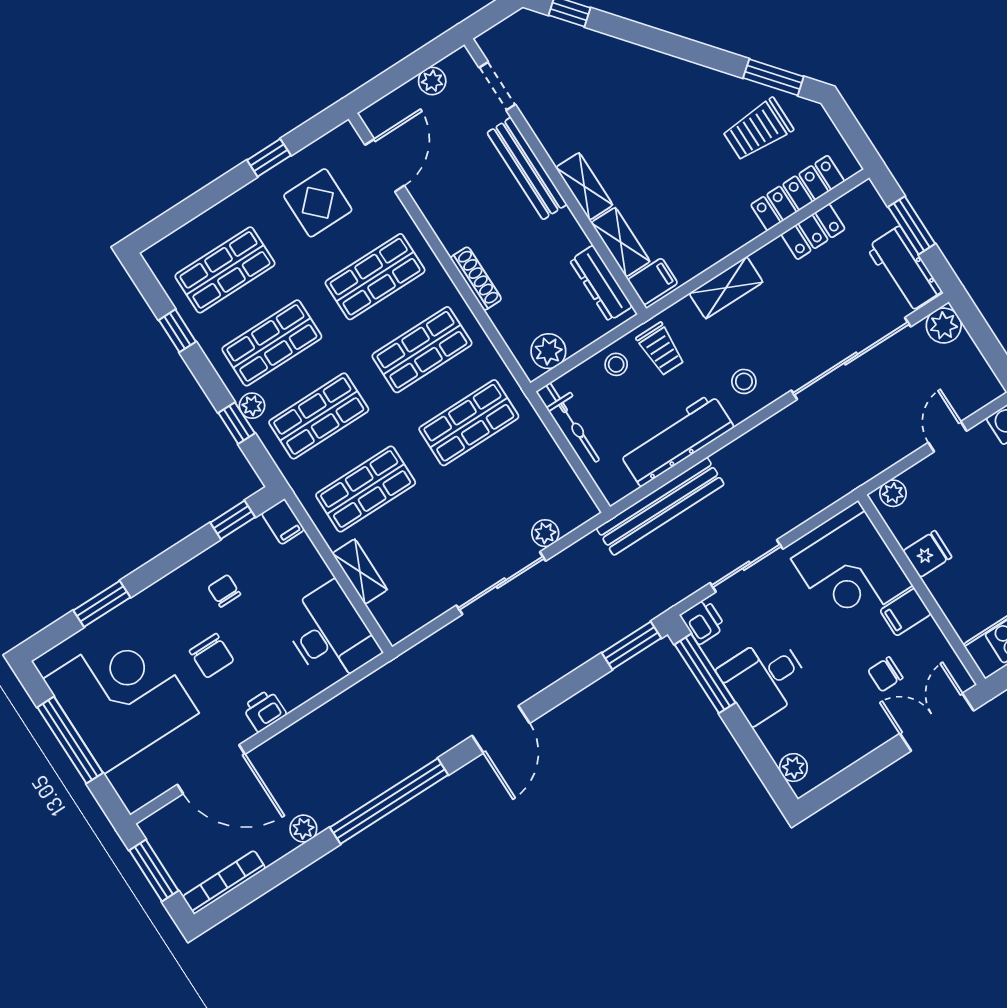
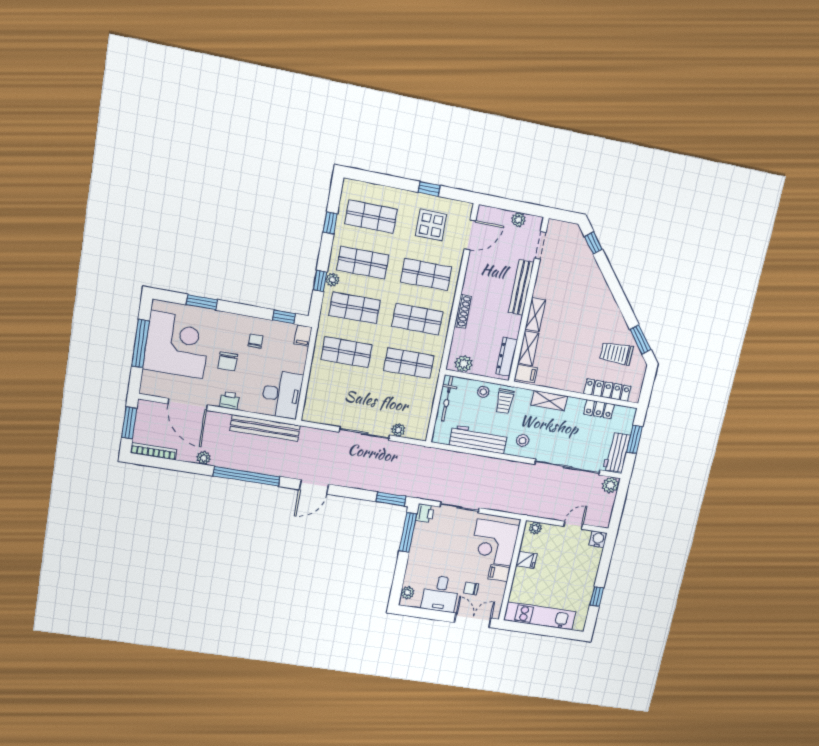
bench: (660, 506) -> (265, 428), moved
shelving: (360, 572) -> (315, 381), removed
desk: (764, 679) -> (440, 594), moved, turned -90

